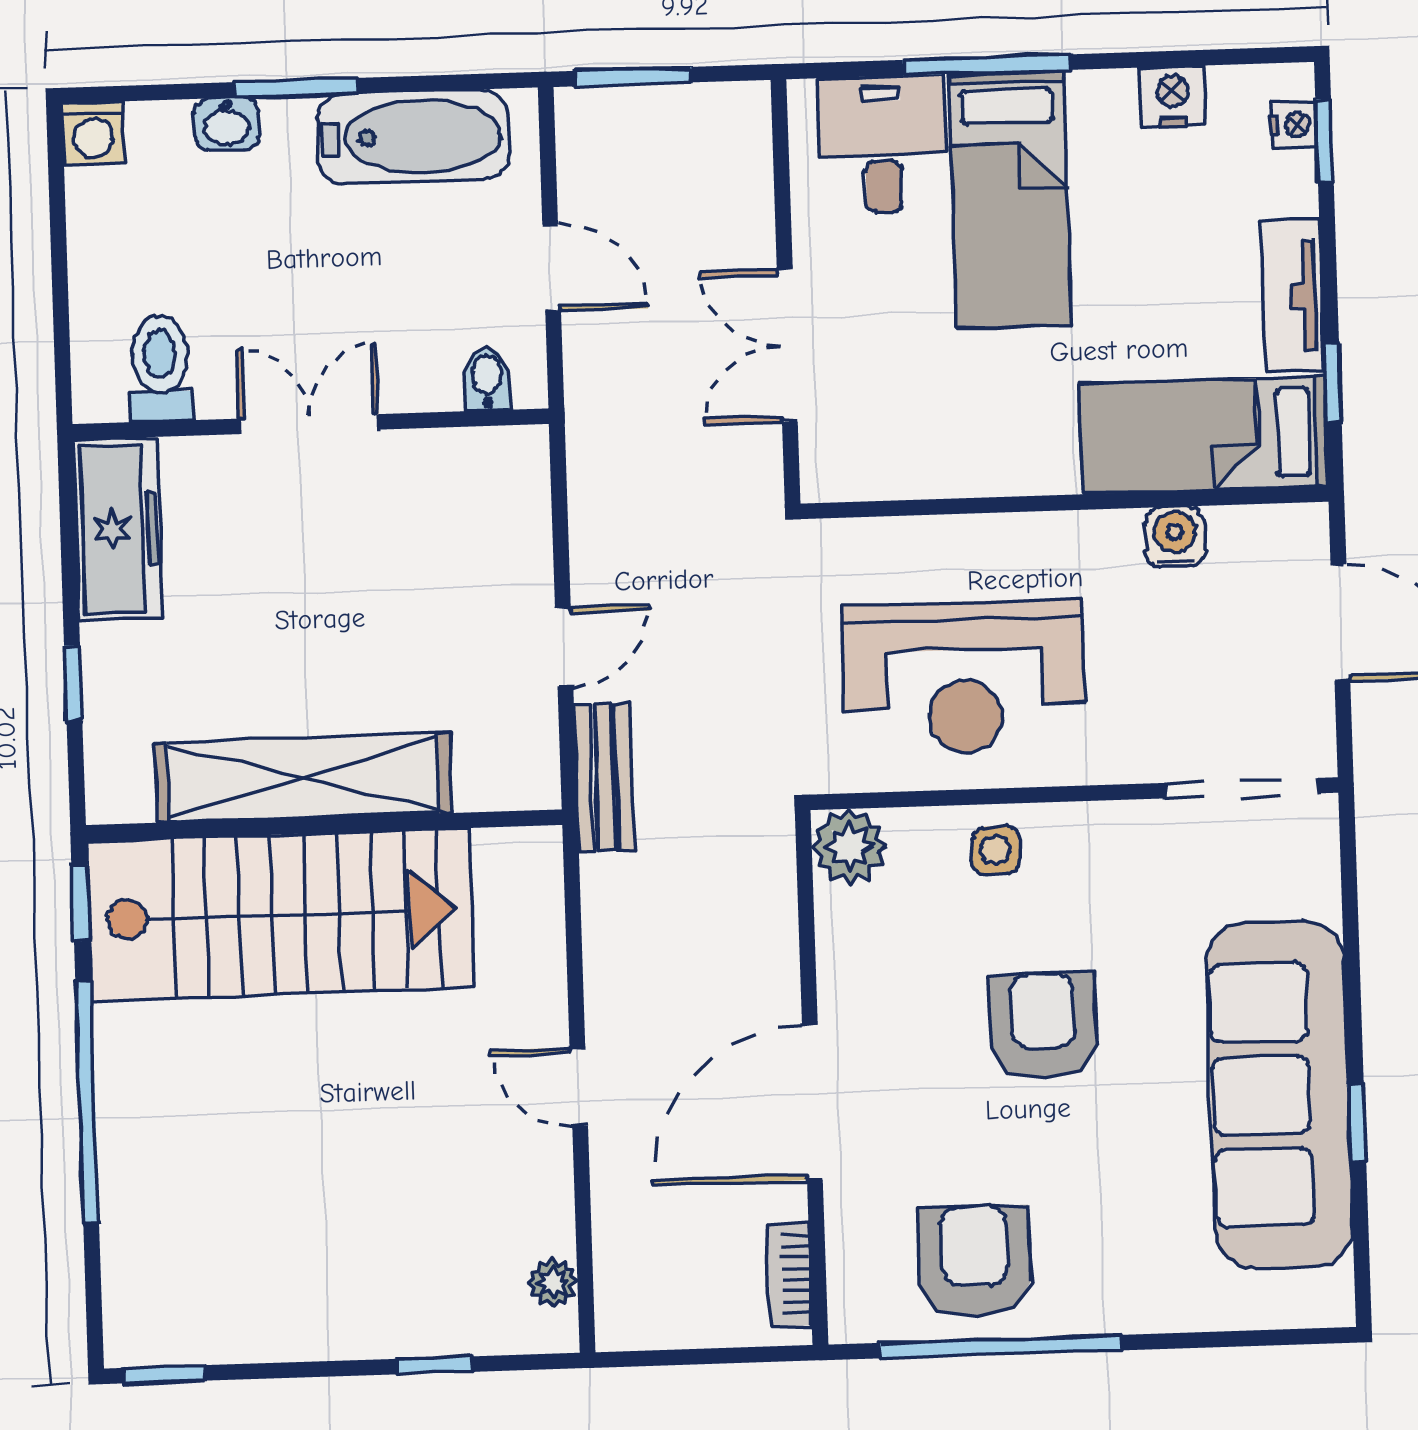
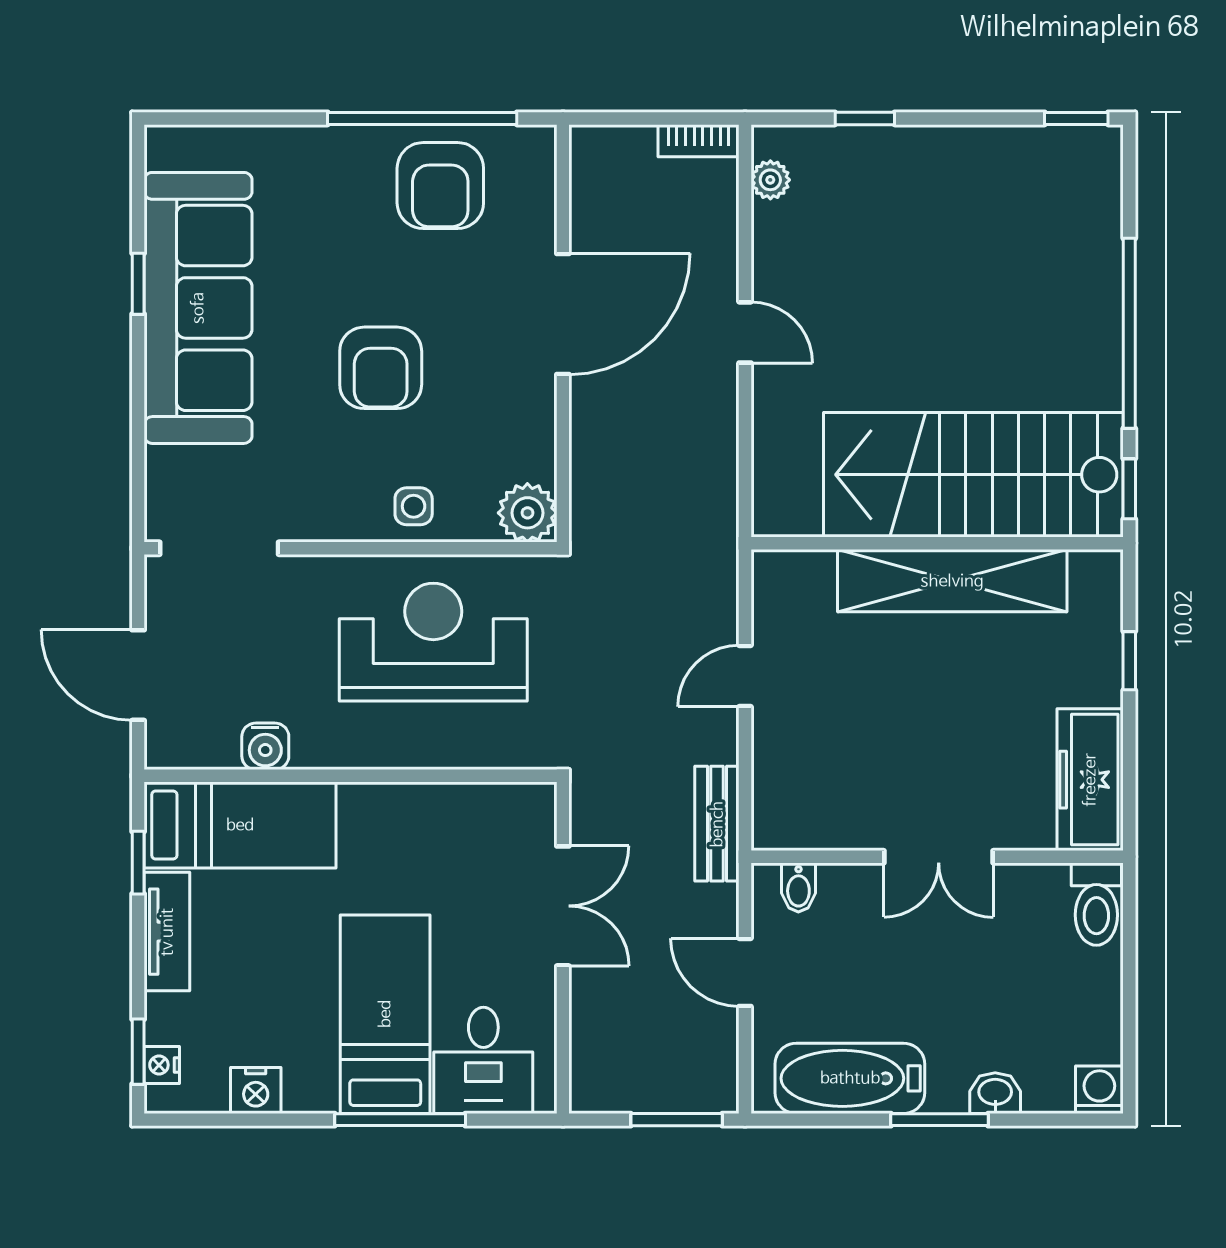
toilet: (160, 368) -> (1096, 904), moved
bench: (604, 777) -> (717, 824), moved
bookcase: (790, 1274) -> (698, 141), moved, turned 90

